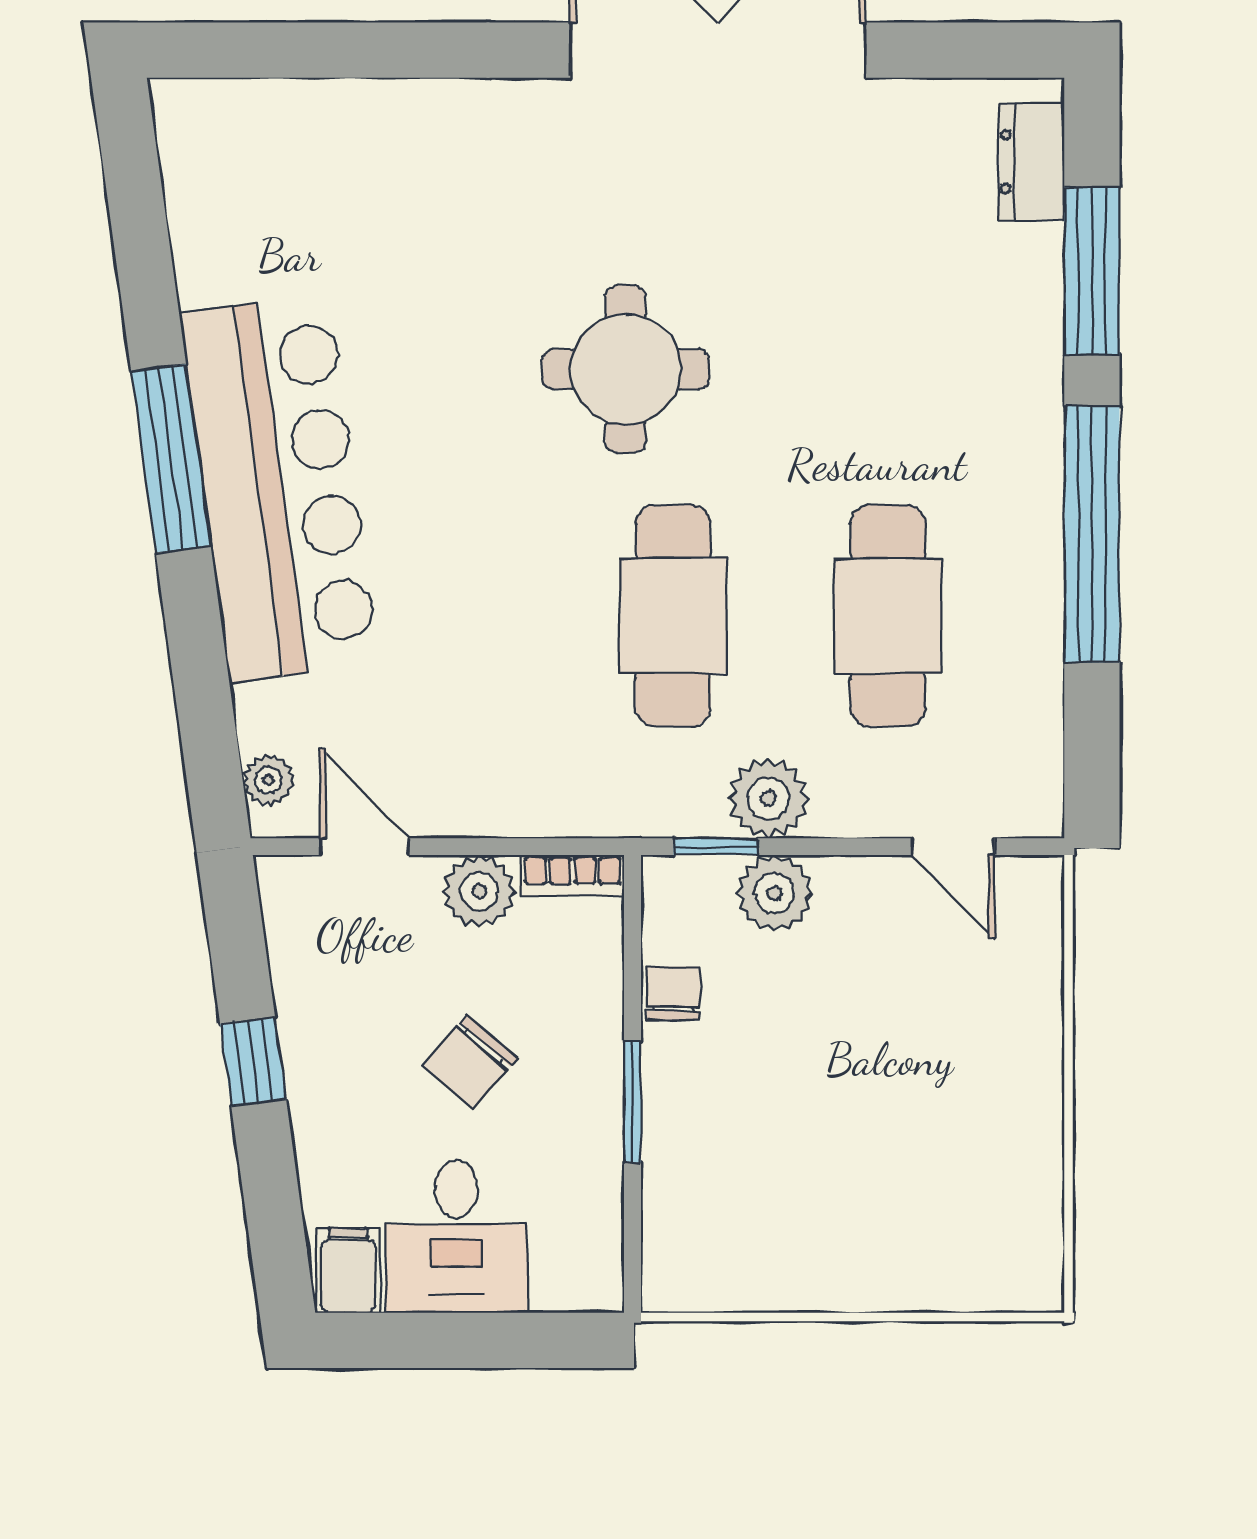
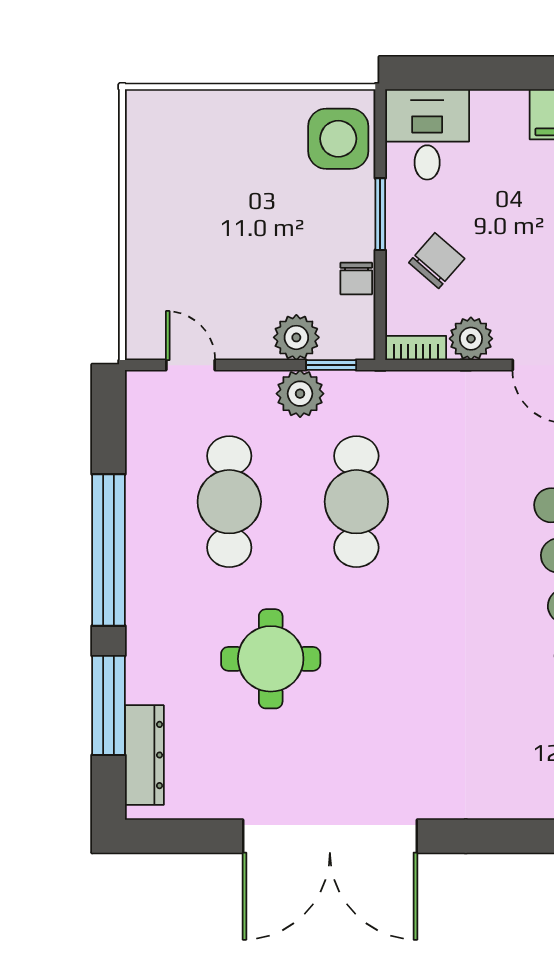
dresser: (1031, 162) -> (144, 755), width x1.44
round table: (626, 369) -> (271, 659), moved
chair: (470, 1062) -> (437, 261), moved
side table: (704, 1229) -> (338, 139), added
desk: (456, 1236) -> (427, 134), moved

